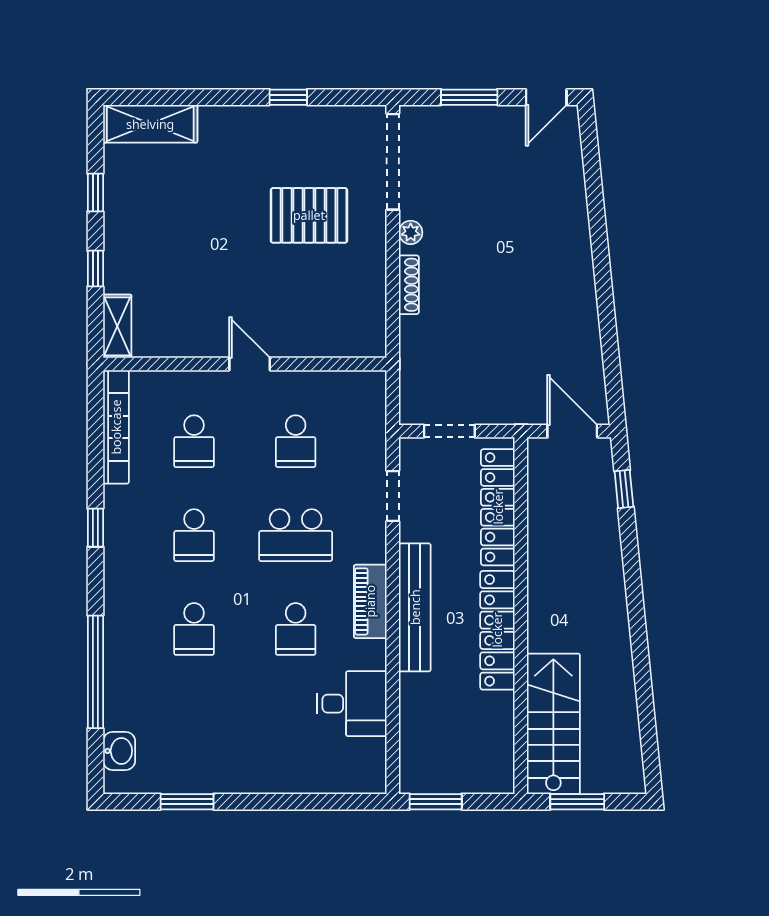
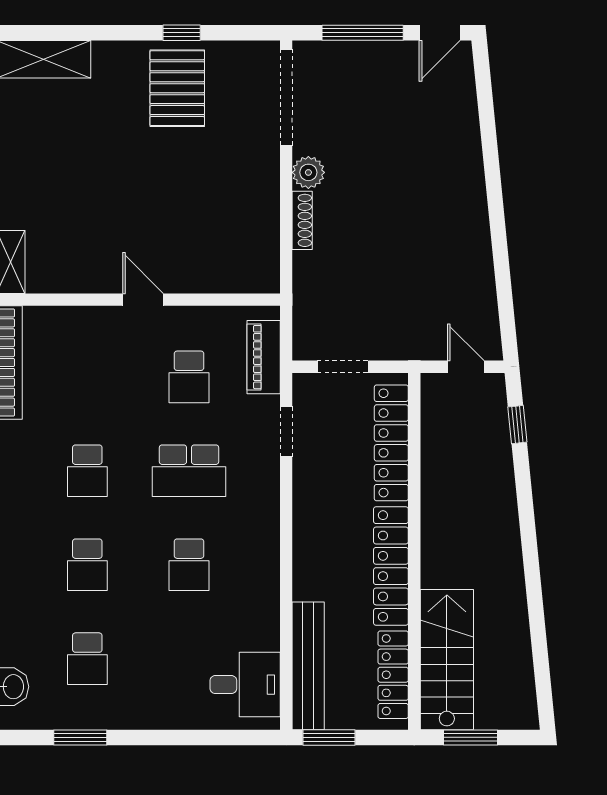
window: (469, 97) -> (363, 33), width x1.44
pallet: (309, 215) -> (177, 88), moved, turned 90
plant: (411, 232) -> (308, 172), width x1.38, depth x1.38
door: (572, 431) -> (466, 367), width x0.73
school desk: (194, 441) -> (87, 659), moved
piano: (370, 601) -> (264, 357), moved
bench: (415, 607) -> (308, 666), moved
desk: (352, 704) -> (245, 685), moved
locker: (500, 739) -> (393, 675), added

